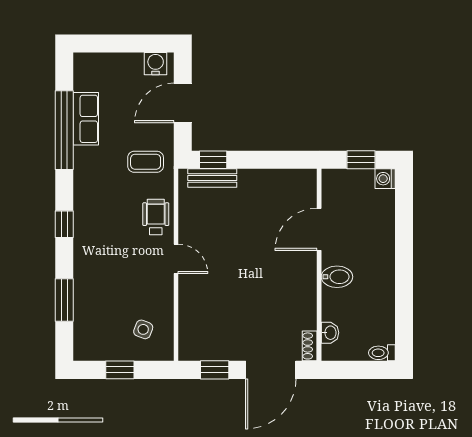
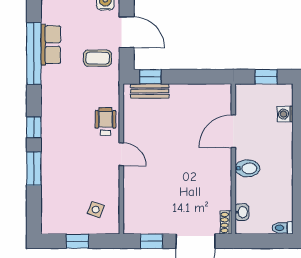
door: (183, 103) -> (127, 32), swing flipped
coffee table: (146, 162) -> (98, 58), moved
washing machine: (385, 179) -> (285, 114), moved
window: (64, 300) -> (34, 169), moved

